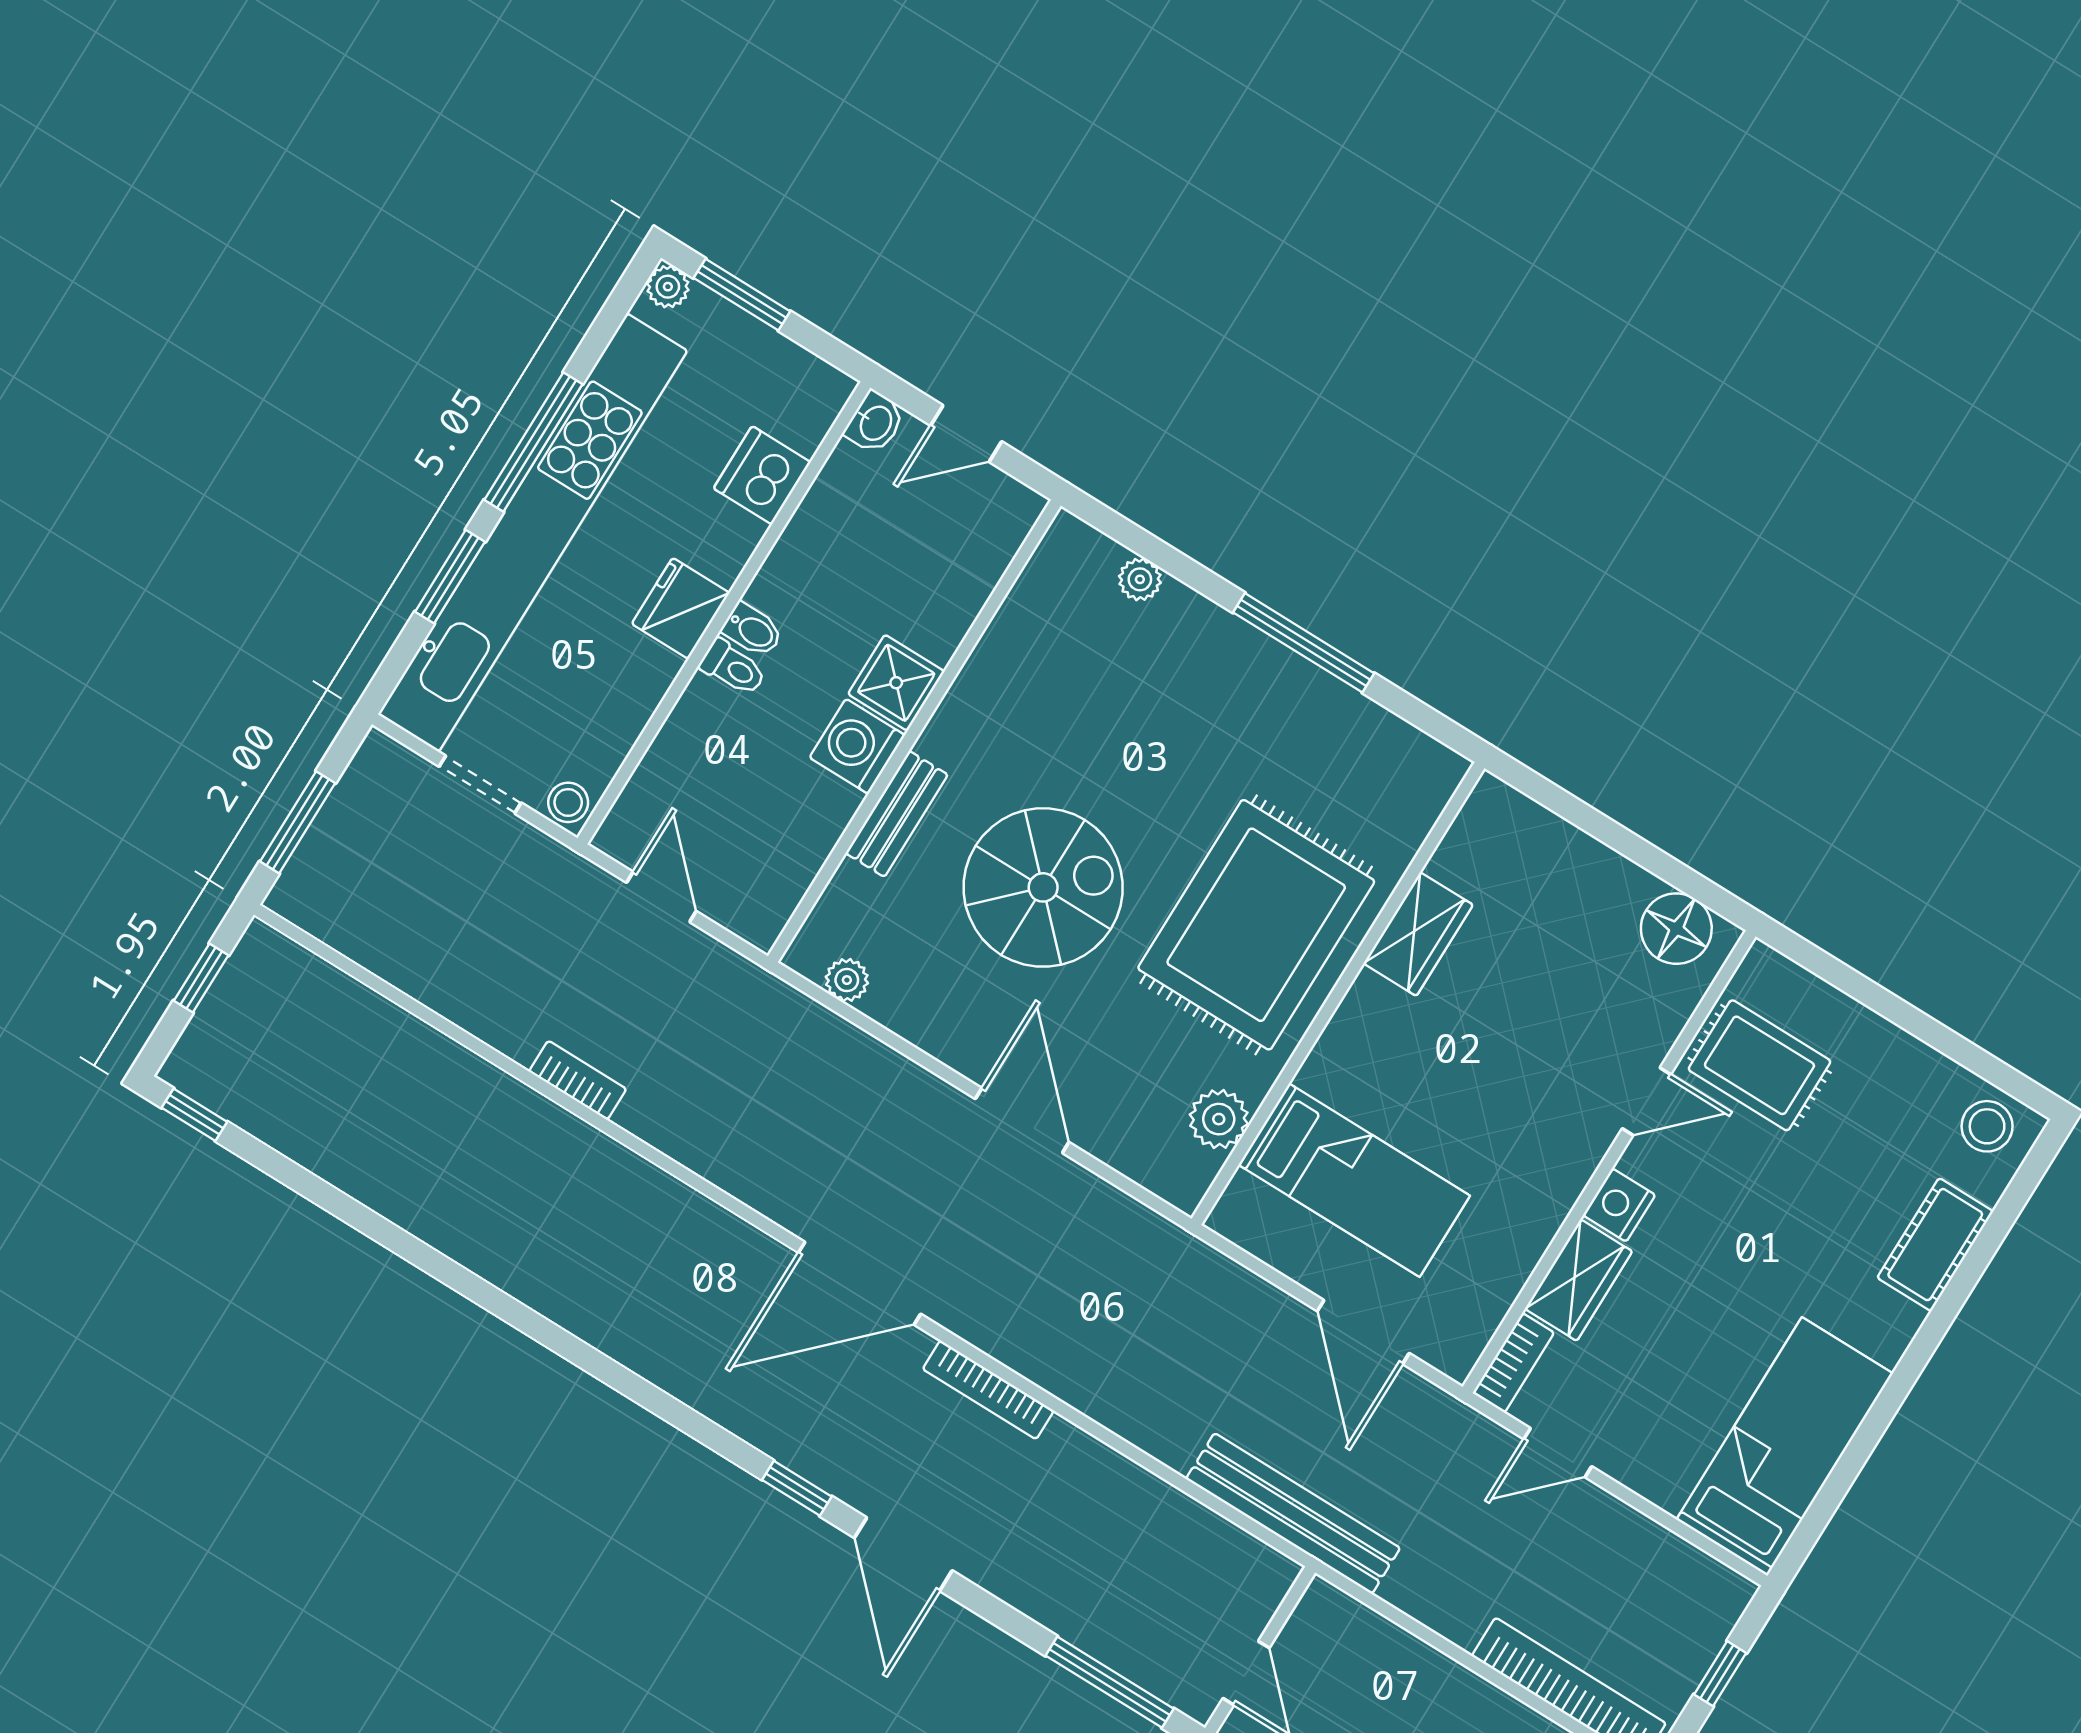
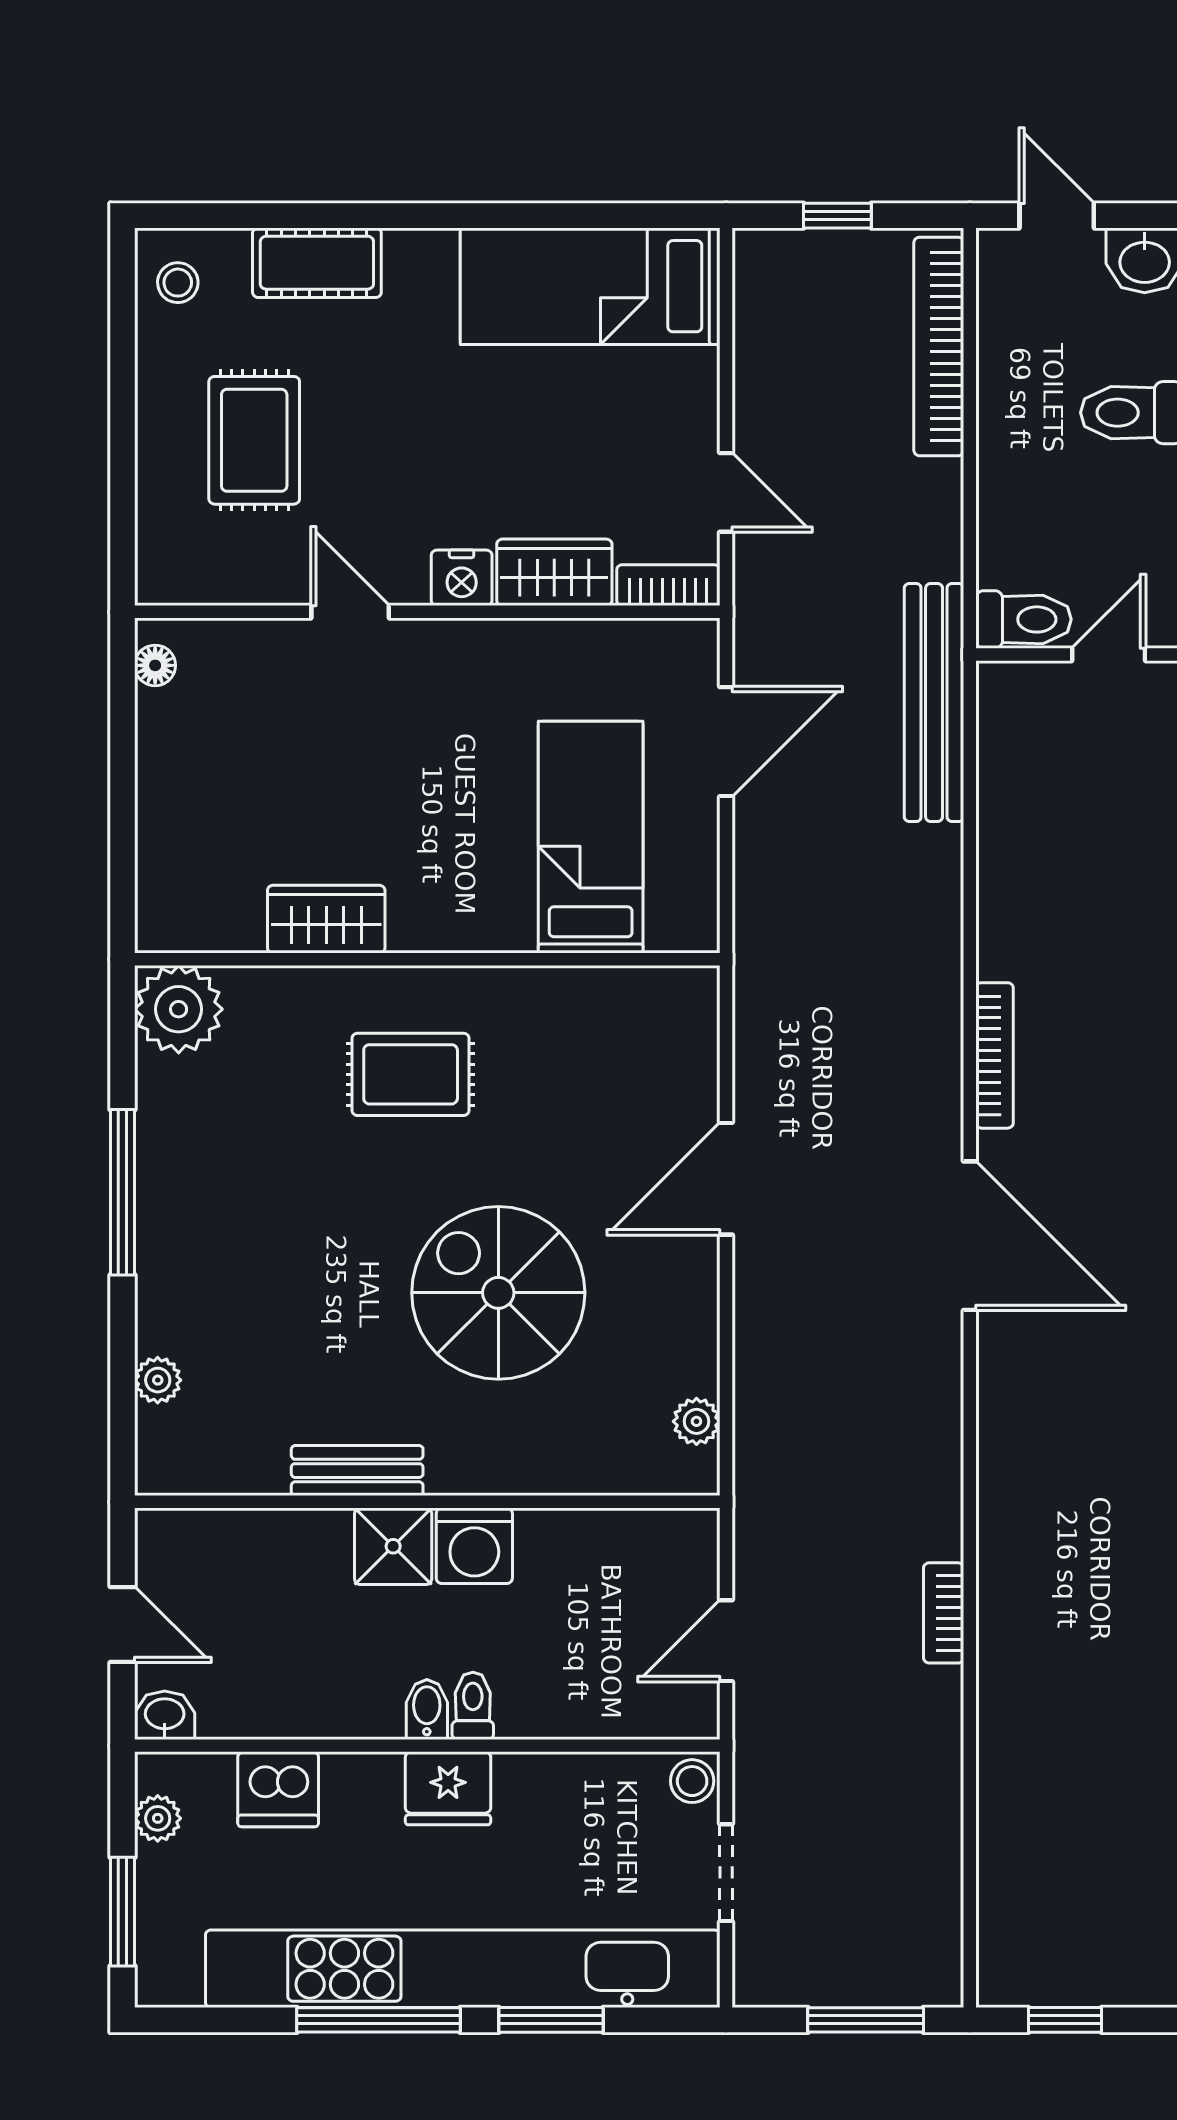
plant: (668, 287) -> (158, 1818), moved
bench: (897, 814) -> (357, 1471), moved
rug: (1256, 925) -> (411, 1074), width x0.54, depth x0.49
floor lamp: (1676, 929) -> (155, 665), width x0.53, depth x0.53
rug: (1759, 1065) -> (254, 440), moved
plant: (1219, 1119) -> (179, 1009), moved, width x1.36, depth x1.36
stool: (1987, 1126) -> (178, 283), width x0.73, depth x0.73
toilet: (1315, 1624) -> (1023, 619), added

